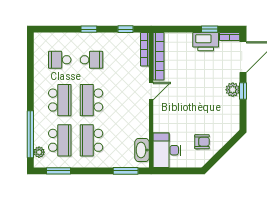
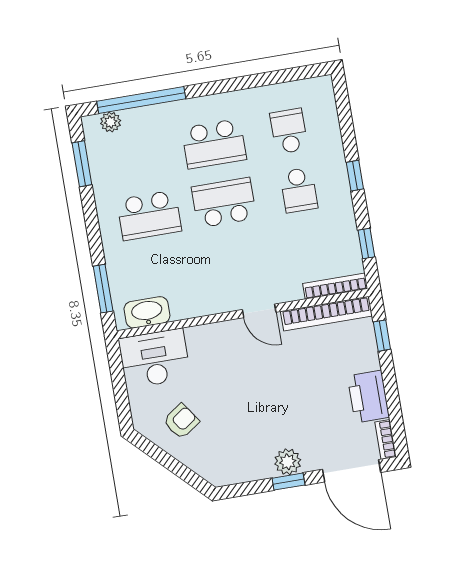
window: (210, 29) -> (382, 336), moved
school desk: (60, 140) -> (139, 156), removed
school desk: (91, 140) -> (149, 215), turned 180
armchair: (202, 142) -> (181, 421), turned -125

